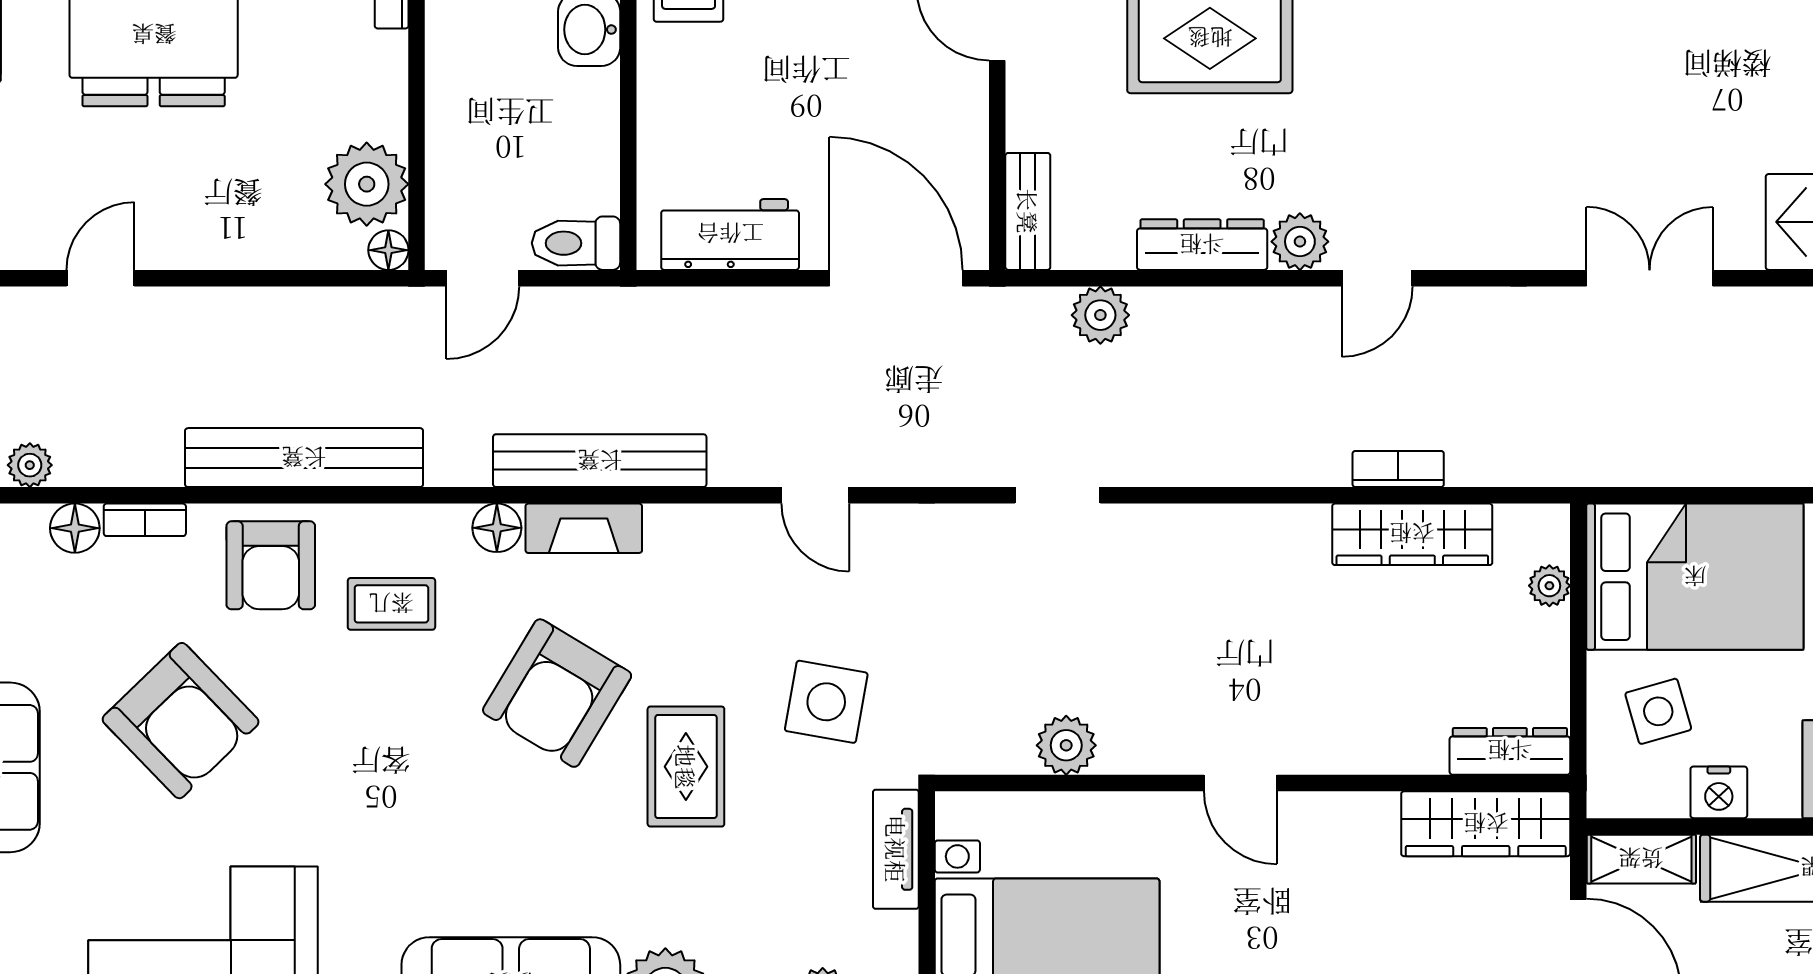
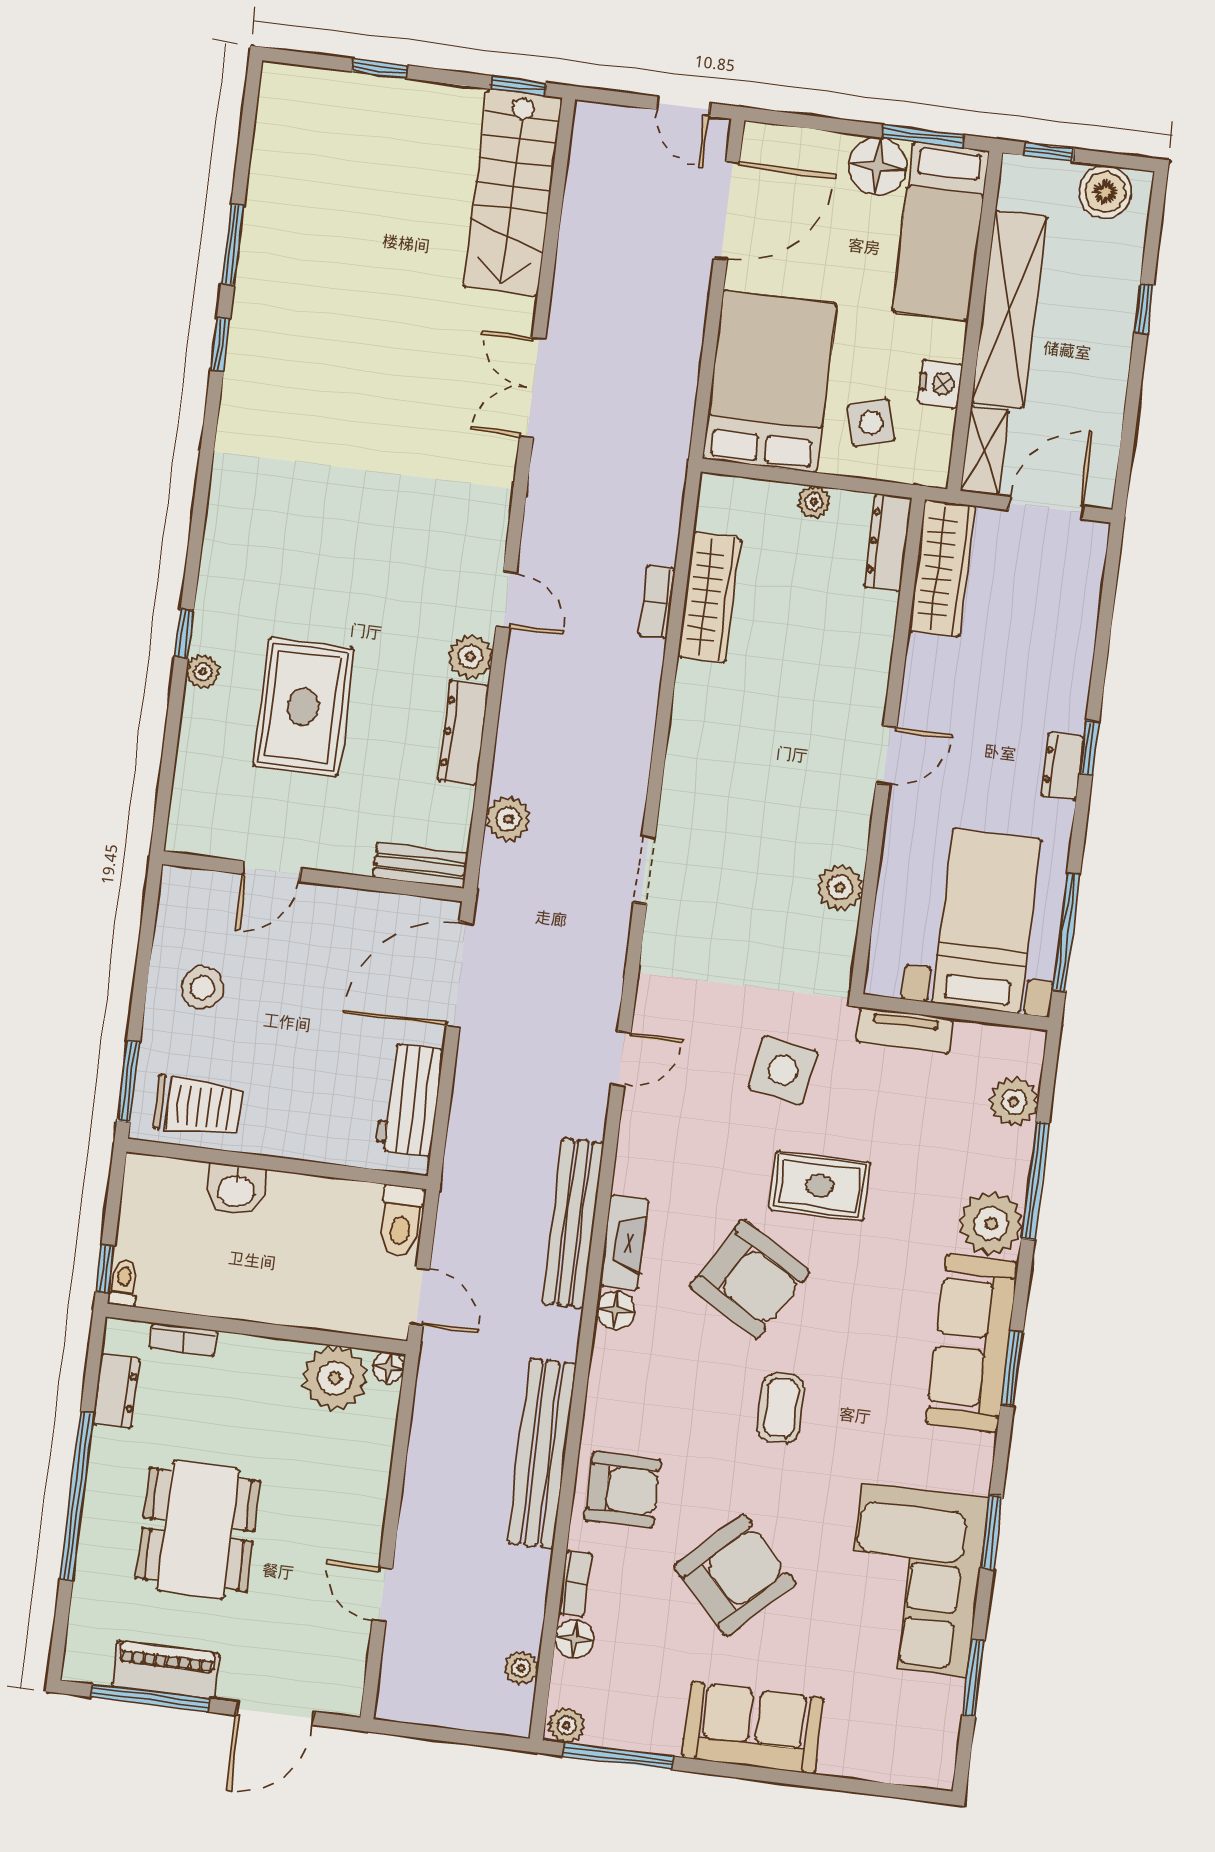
plant: (1549, 586) -> (814, 502), moved
coffee table: (391, 604) -> (781, 1408), moved

